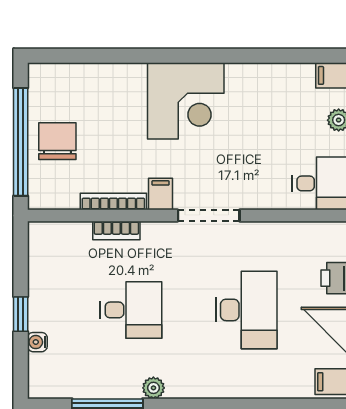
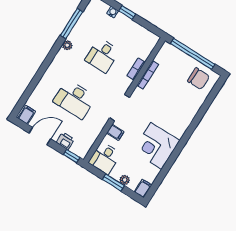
corner desk: (186, 101) -> (156, 146), moved
chair: (57, 141) -> (199, 79), moved
filing cabinet: (161, 194) -> (115, 132), moved

